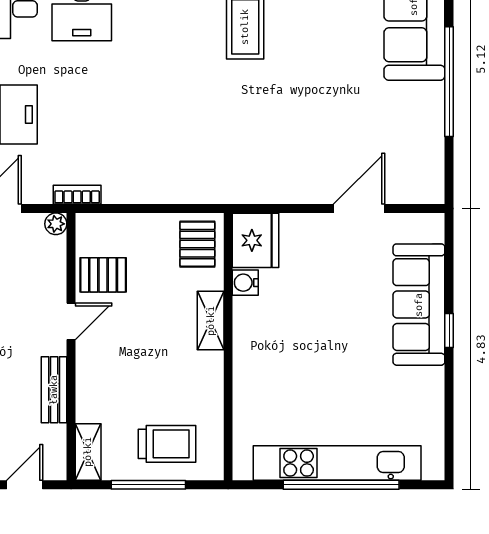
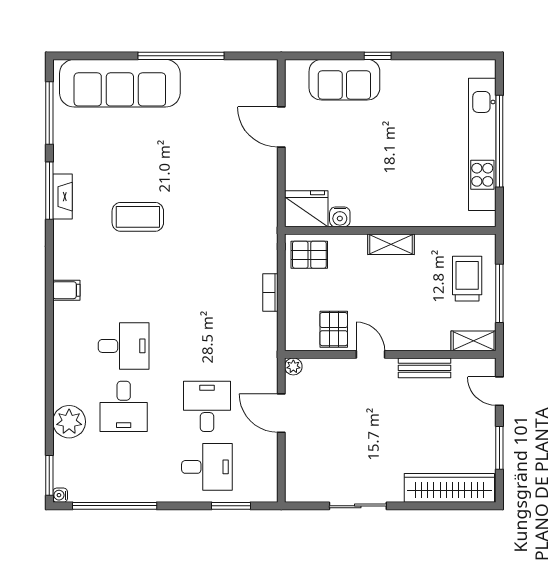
bookcase: (77, 195) -> (270, 293), moved
sofa: (419, 305) -> (344, 80), width x0.73
shelving: (211, 321) -> (391, 244), moved

